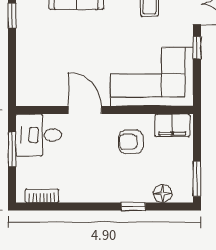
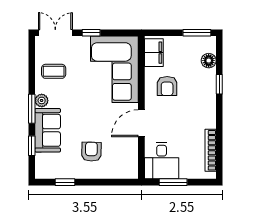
armchair: (50, 48) -> (91, 152), added
bookcase: (42, 196) -> (211, 150), width x1.56

